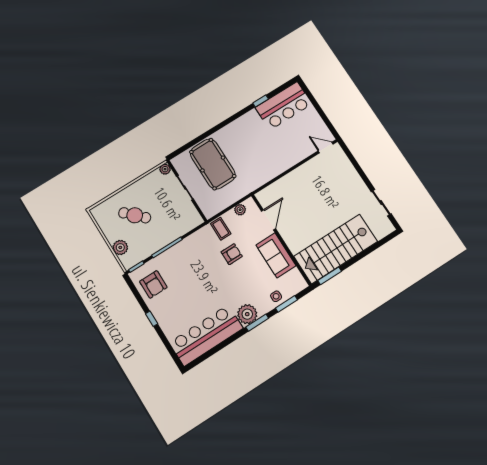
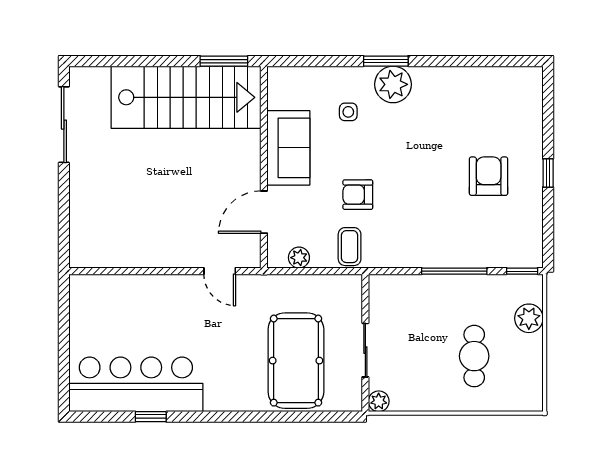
bar counter: (284, 106) -> (136, 384), width x1.36
door: (326, 148) -> (220, 271), moved
sliding door: (381, 203) -> (64, 125), width x1.37
cafe table: (135, 215) -> (474, 356), turned 45
armchair: (153, 284) -> (489, 176), moved
side table: (276, 296) -> (348, 112), moved
window: (286, 304) -> (321, 61), removed
bar counter: (206, 335) -> (478, 93), removed

